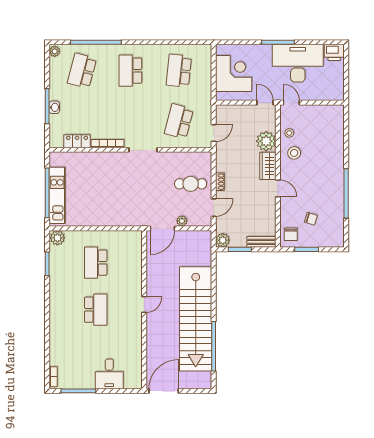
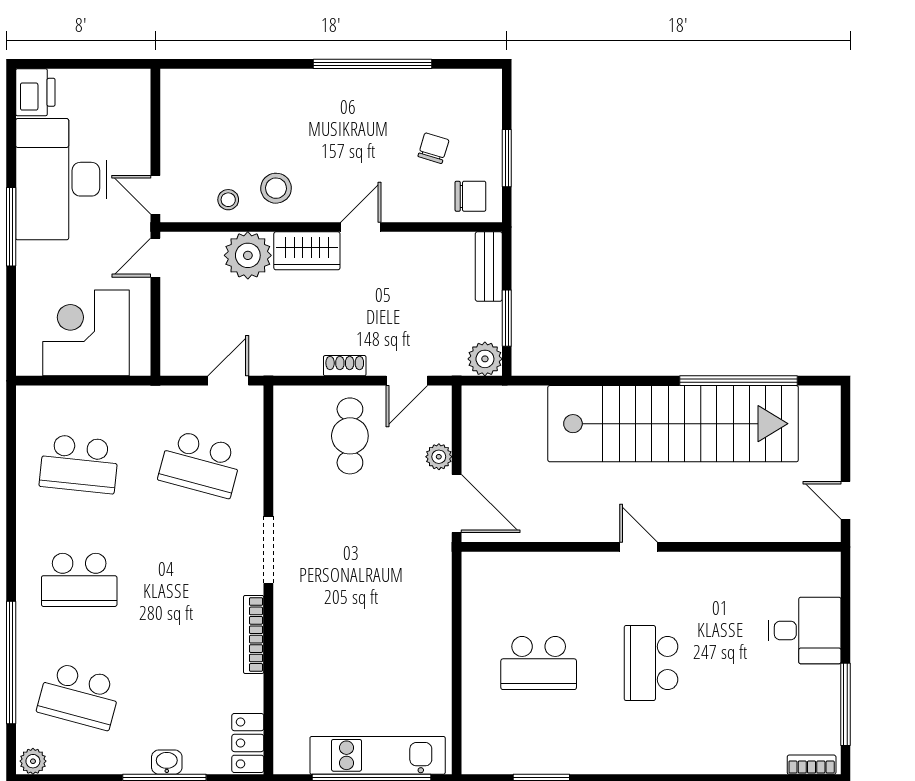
door: (291, 103) -> (155, 195), hinge flipped
door: (214, 133) -> (228, 381), hinge flipped
locker: (77, 141) -> (248, 743), moved
door: (214, 208) -> (407, 381), swing flipped
plant: (57, 238) -> (479, 754), removed
school desk: (96, 310) -> (651, 663), turned -90
door: (164, 391) -> (846, 500), width x0.53

